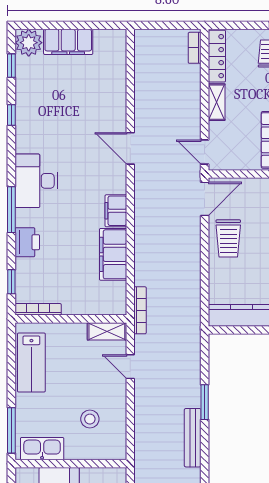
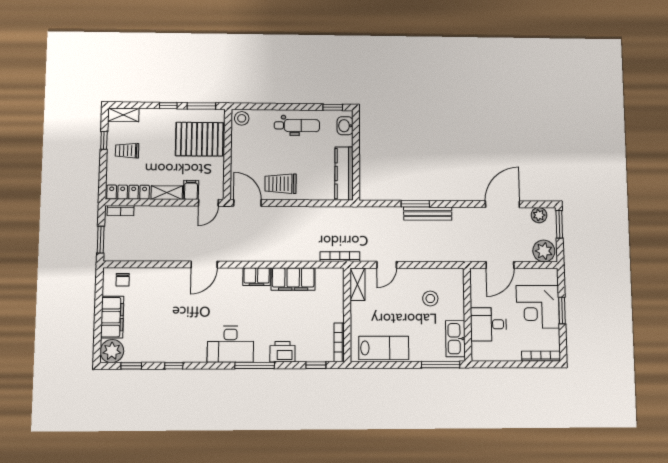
window: (160, 25) -> (101, 240), added
chair: (112, 53) -> (123, 280), added
filing cabinet: (220, 131) -> (191, 190), added
trolley: (228, 238) -> (281, 184), turned 180
bench: (193, 438) -> (428, 214), moved

